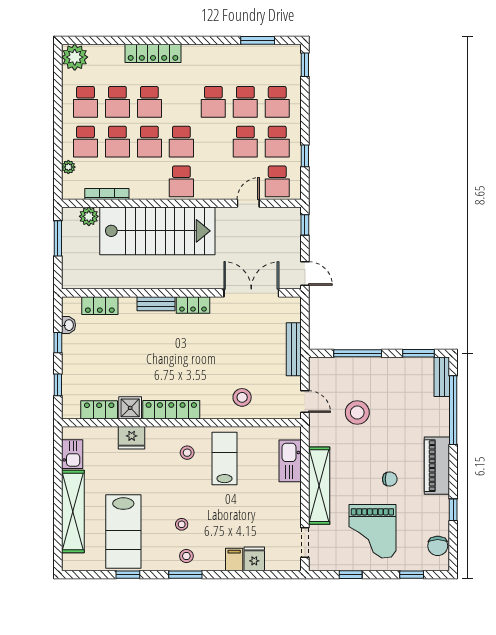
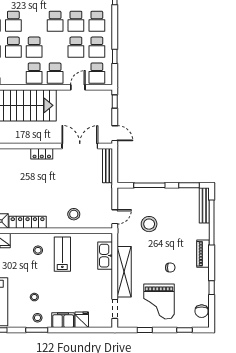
school desk: (213, 181) -> (55, 73), added
bench: (156, 304) -> (18, 153), removed
bench: (294, 349) -> (108, 166), moved
bench: (442, 377) -> (204, 205), width x1.36
door: (305, 402) -> (115, 217), hinge flipped
piano: (437, 466) -> (203, 254), width x0.73, depth x0.75
filing cabinet: (234, 560) -> (63, 320), width x2.00

